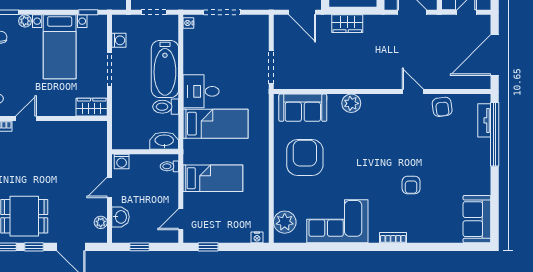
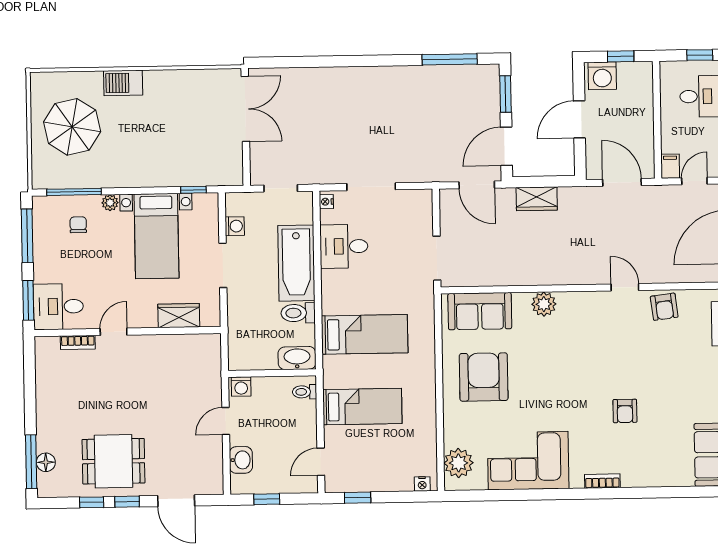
desk: (201, 91) -> (344, 246), moved
wardrobe: (92, 107) -> (179, 316), moved
plant: (101, 222) -> (215, 468), removed

